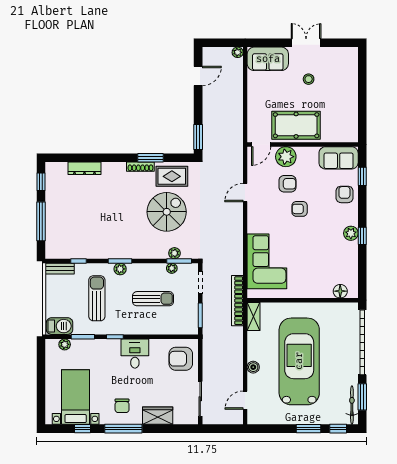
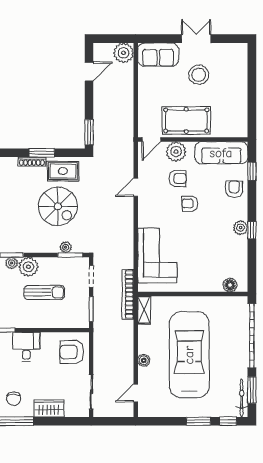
plant: (238, 52) -> (124, 53), width x1.87, depth x1.87
stool: (309, 79) -> (199, 75), width x1.89, depth x1.89
sofa: (339, 158) -> (221, 153), width x1.36
spiral stairs: (167, 212) -> (58, 206), turned 90
plant: (172, 268) -> (28, 267), moved, width x1.88, depth x1.88

